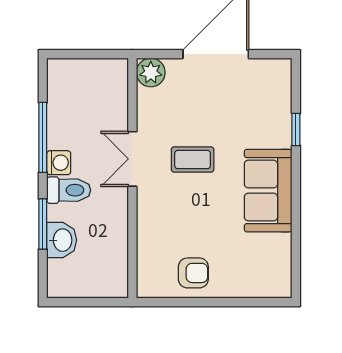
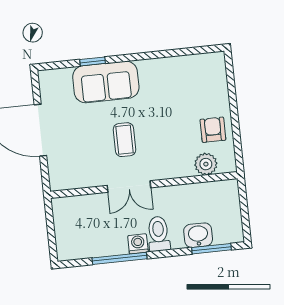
plant: (151, 72) -> (206, 164), moved
sofa: (268, 191) -> (106, 82), moved
window: (43, 224) -> (211, 249), moved

